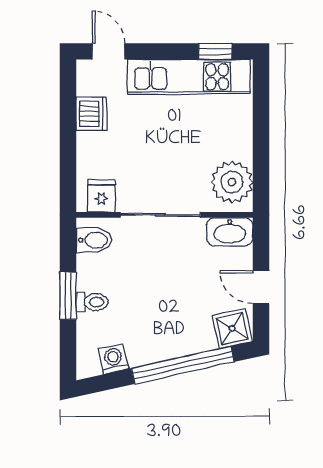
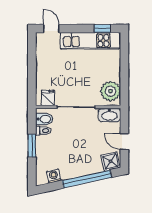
dishwasher: (91, 114) -> (43, 58), removed
toilet: (92, 302) -> (43, 131), moved

